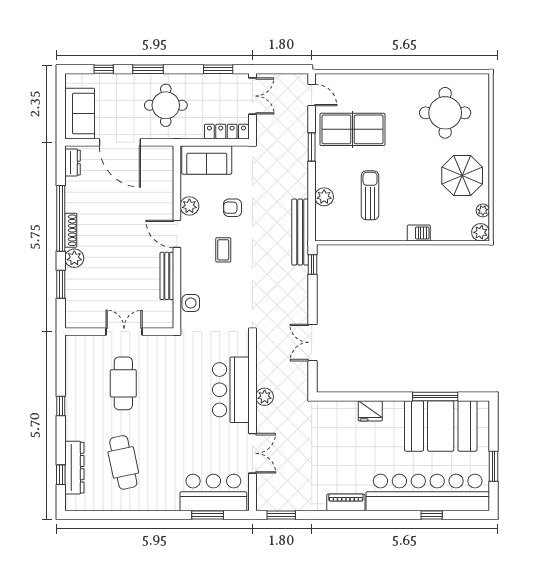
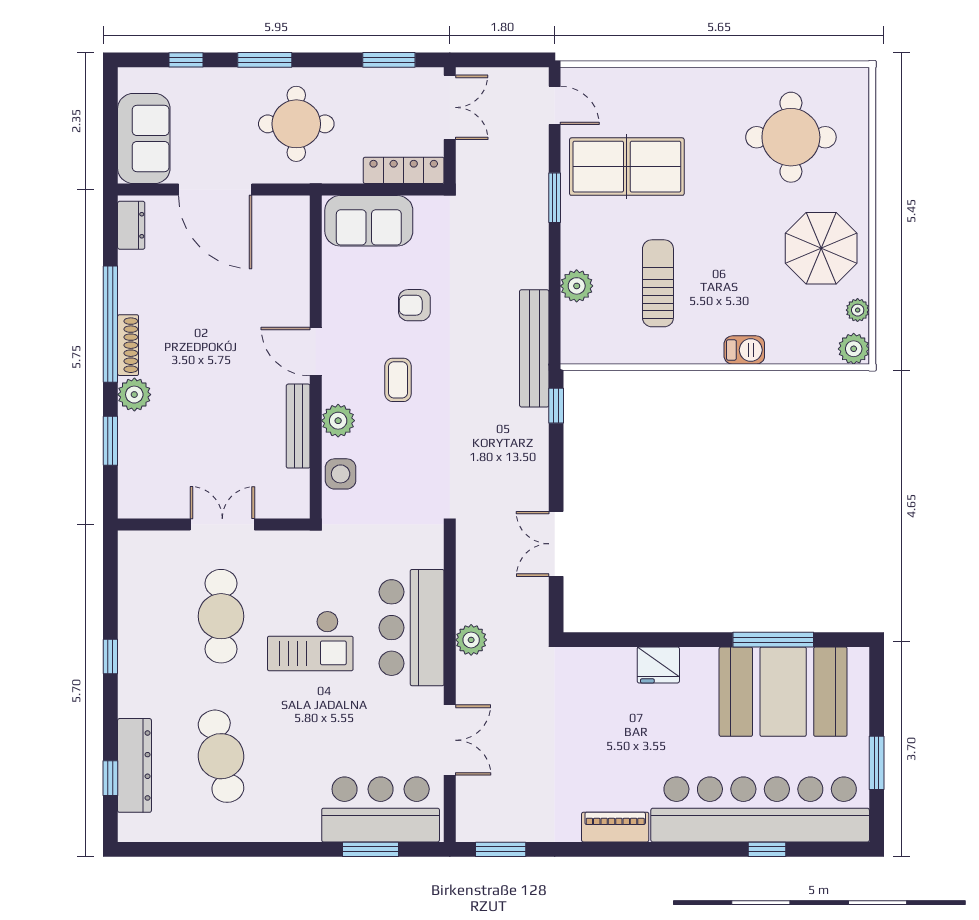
plant: (189, 206) -> (338, 421), moved
checkout: (174, 397) -> (310, 641), added

